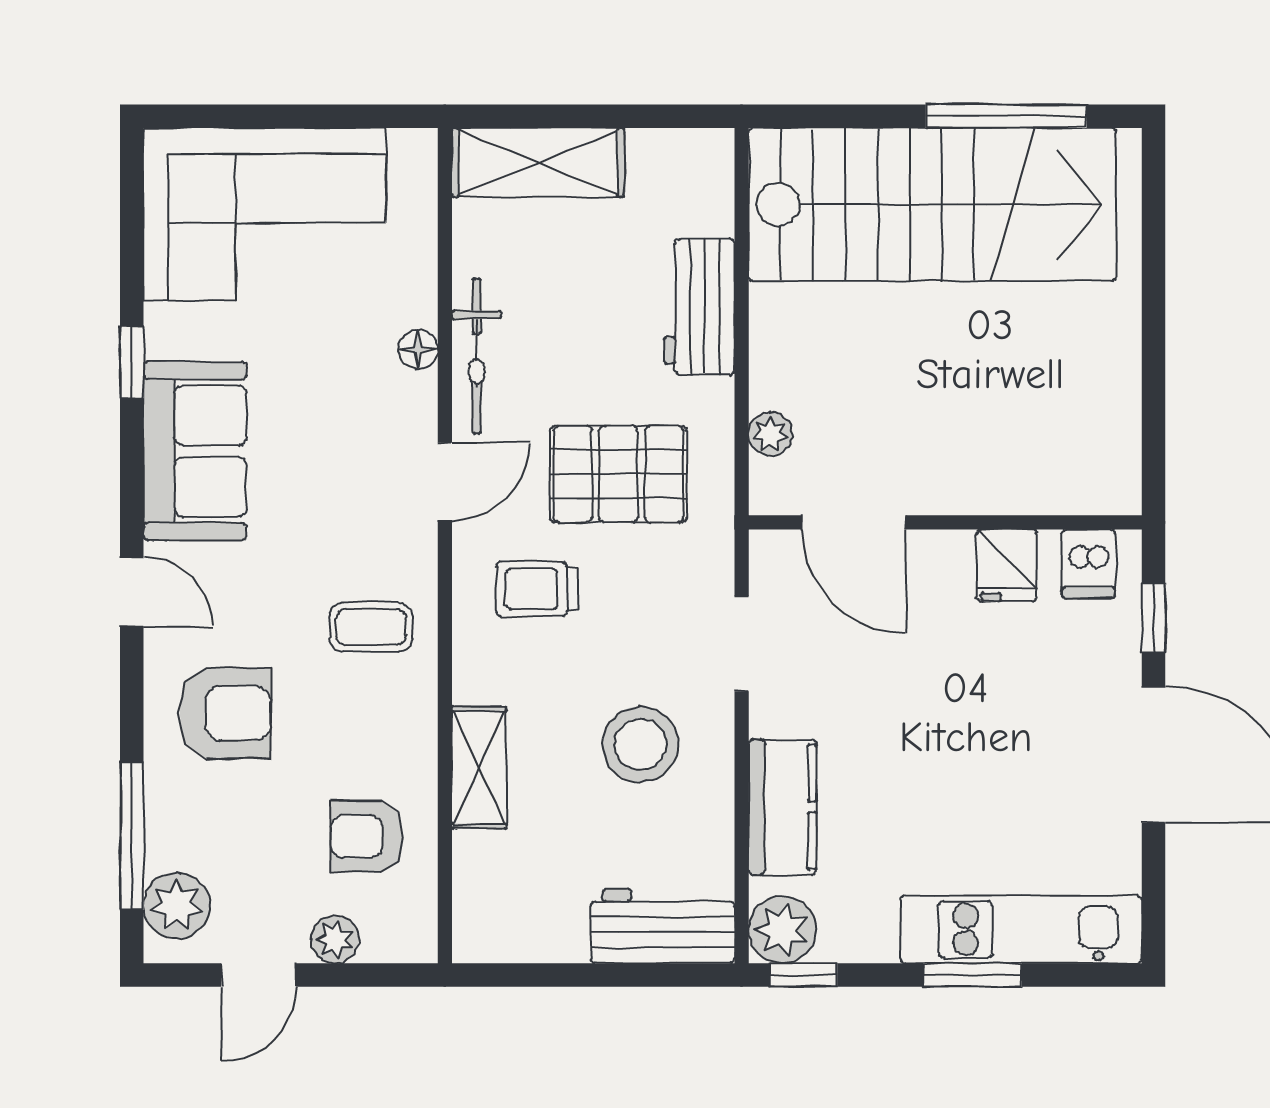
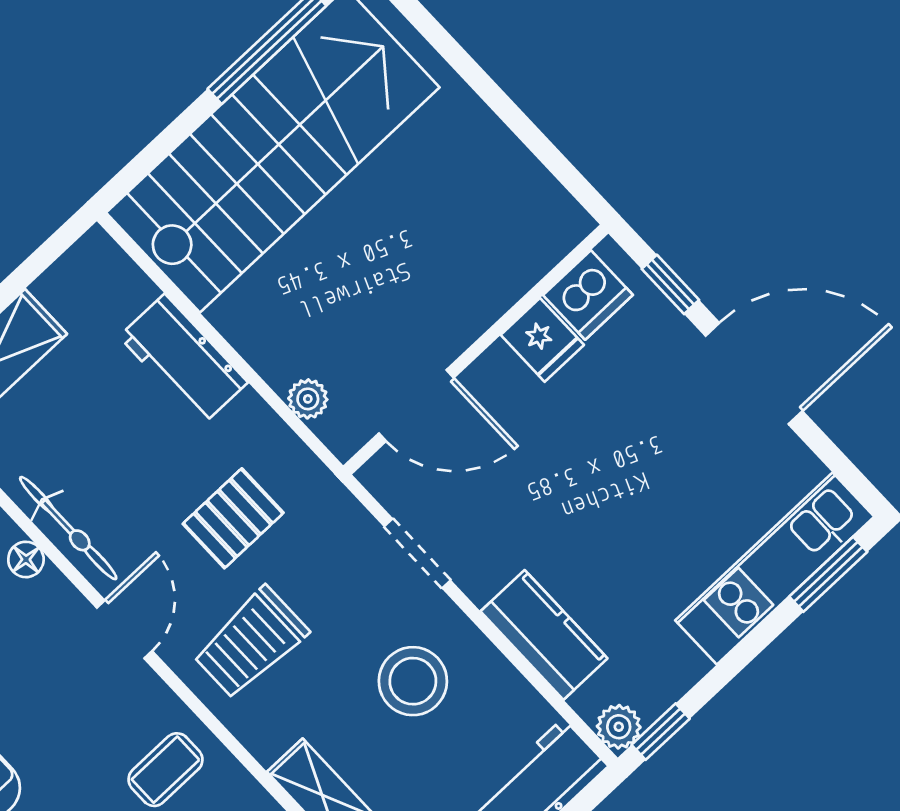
pallet: (618, 474) -> (233, 518), width x0.67, depth x0.71
dishwasher: (1088, 564) -> (588, 295), width x1.38
trolley: (537, 589) -> (251, 643), width x1.36, depth x1.39
plant: (782, 930) -> (619, 727), width x0.73, depth x0.73
window: (973, 975) -> (828, 574), moved

